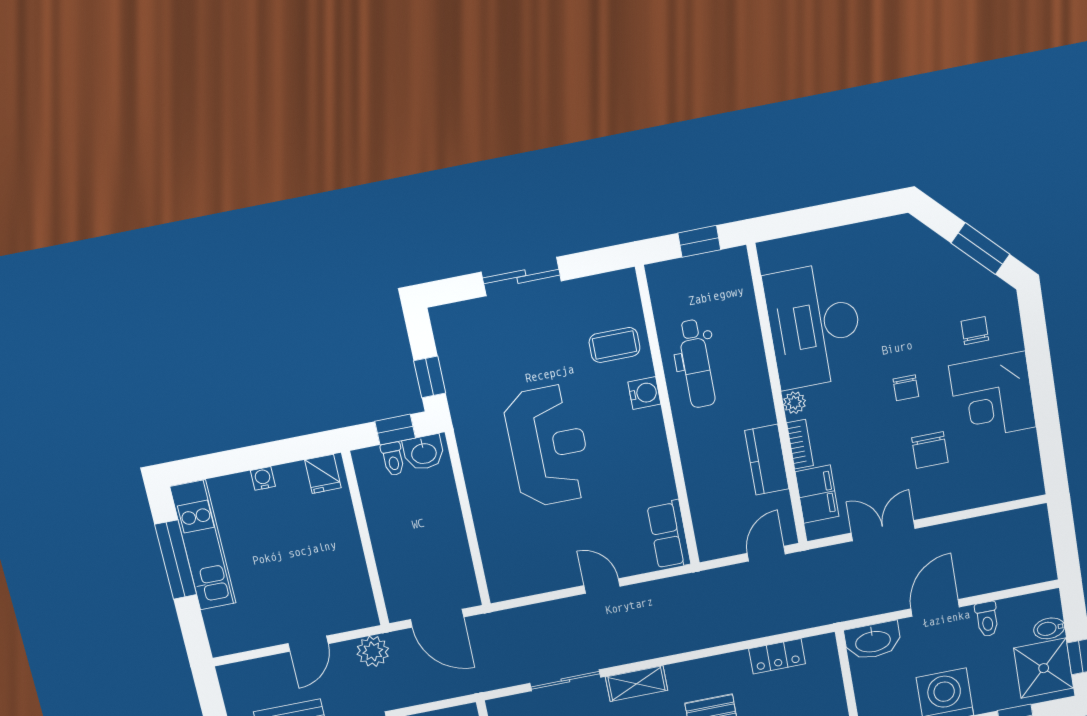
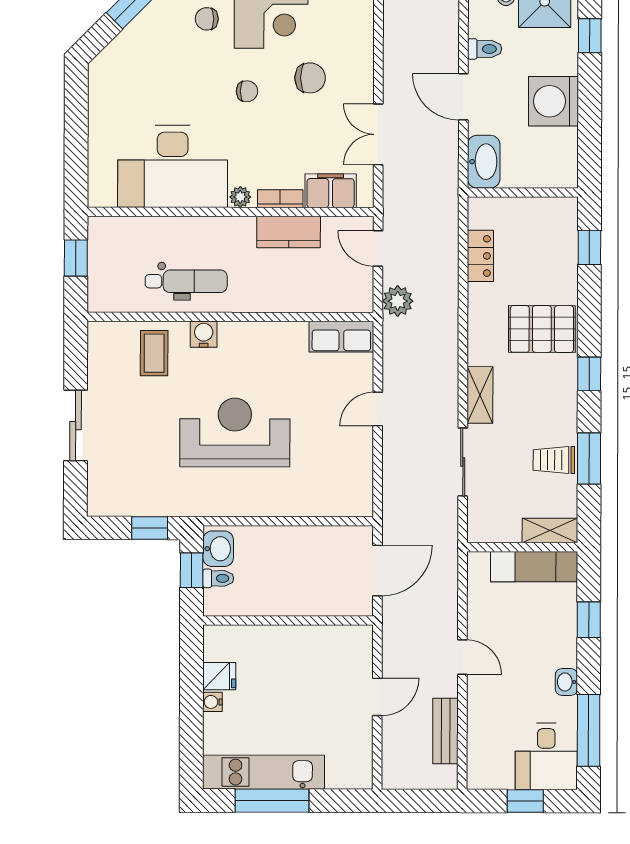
fridge: (323, 474) -> (219, 676), moved
door: (308, 644) -> (377, 697), hinge flipped
plant: (373, 651) -> (398, 301), moved

